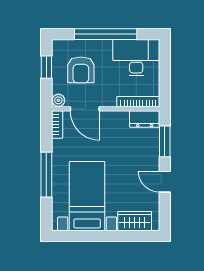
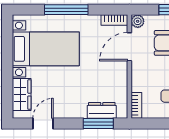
bookcase: (138, 102) -> (136, 105), width x0.64
dresser: (145, 119) -> (102, 110), moved, turned 90
door: (165, 182) -> (43, 124), moved

